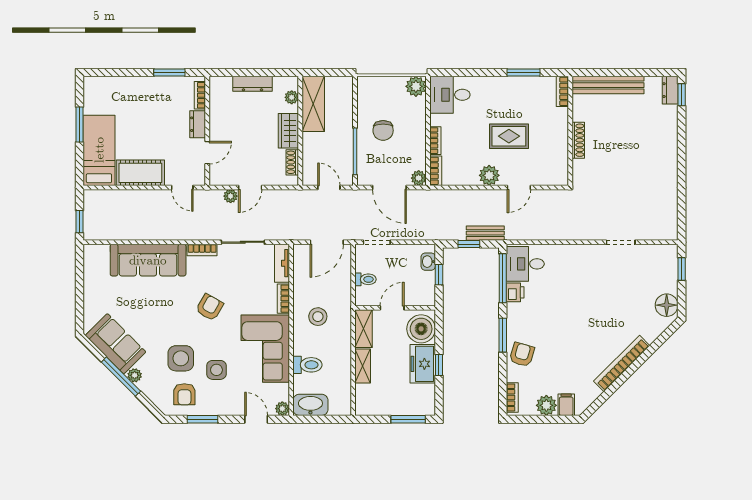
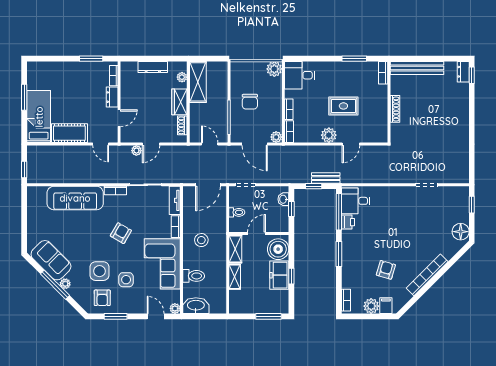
armchair: (522, 355) -> (386, 270), moved

